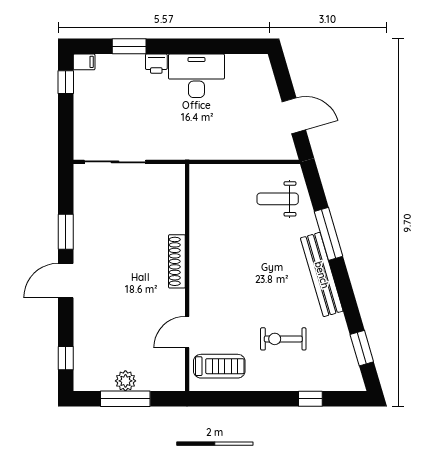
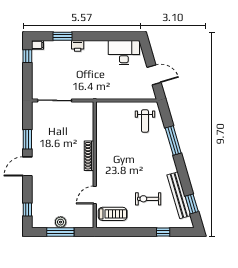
desk: (196, 76) -> (124, 53), moved
weight bench: (278, 199) -> (145, 121), turned -90
bench: (322, 275) -> (179, 195), moved

